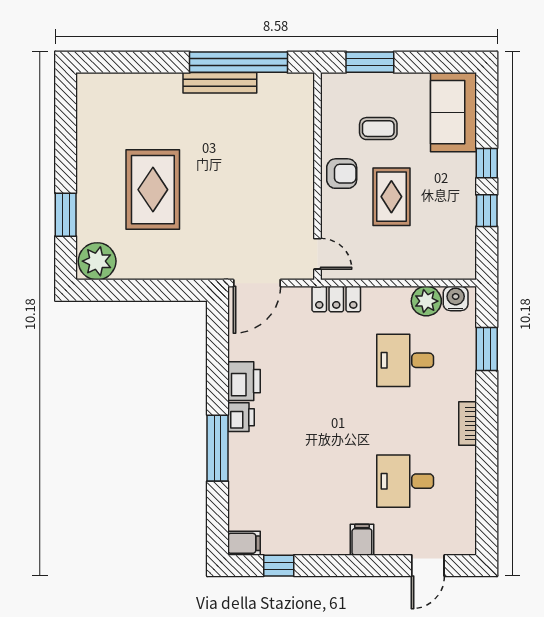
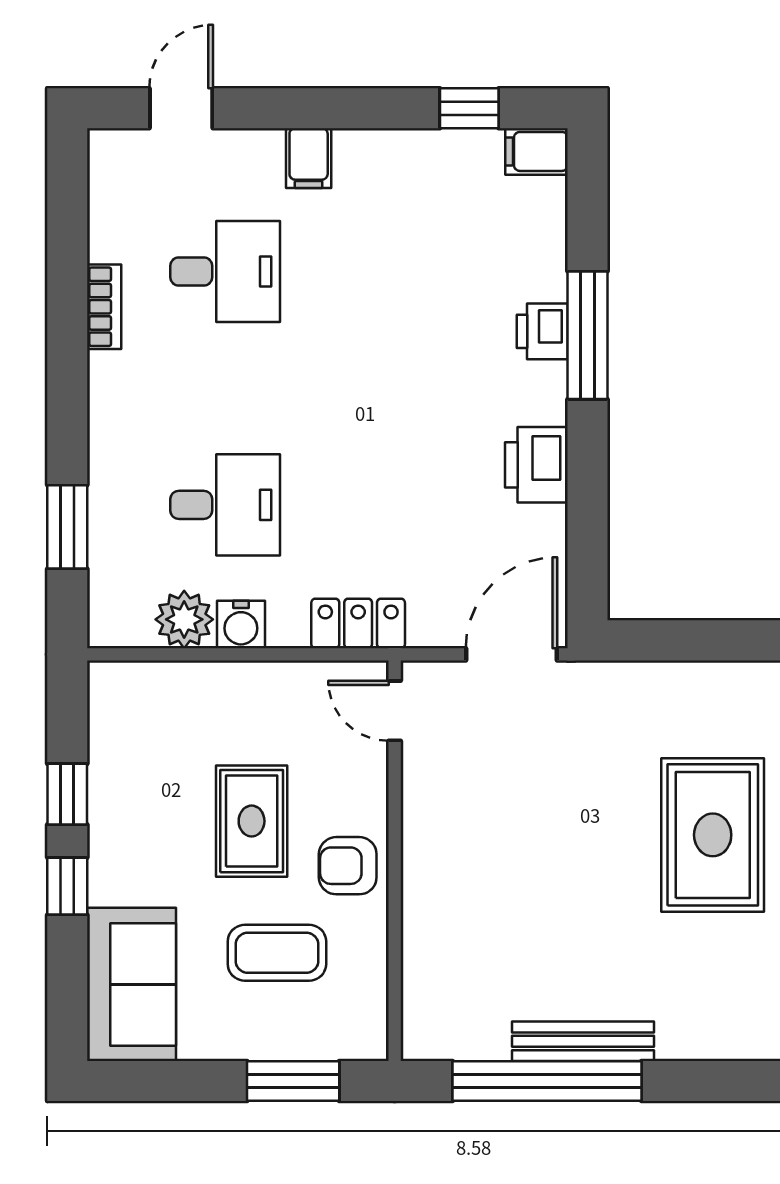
coffee table: (378, 129) -> (277, 953), width x1.36, depth x1.30
water cooler: (456, 298) -> (241, 624), moved
printer: (241, 417) -> (542, 331), moved
bookcase: (468, 423) -> (104, 307), moved

